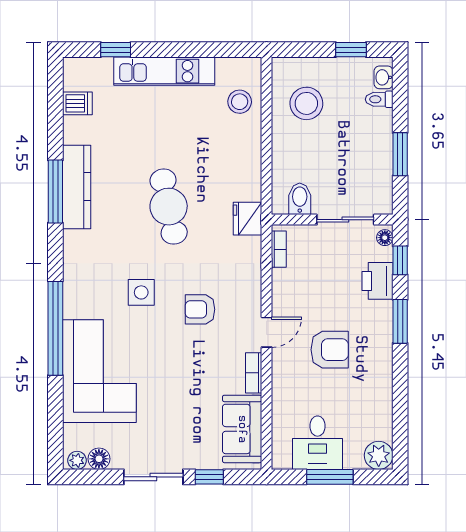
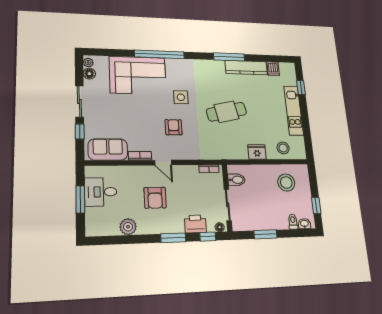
kitchen counter: (77, 187) -> (246, 68), moved
fridge: (248, 219) -> (257, 152), moved
plant: (379, 455) -> (128, 227), moved

